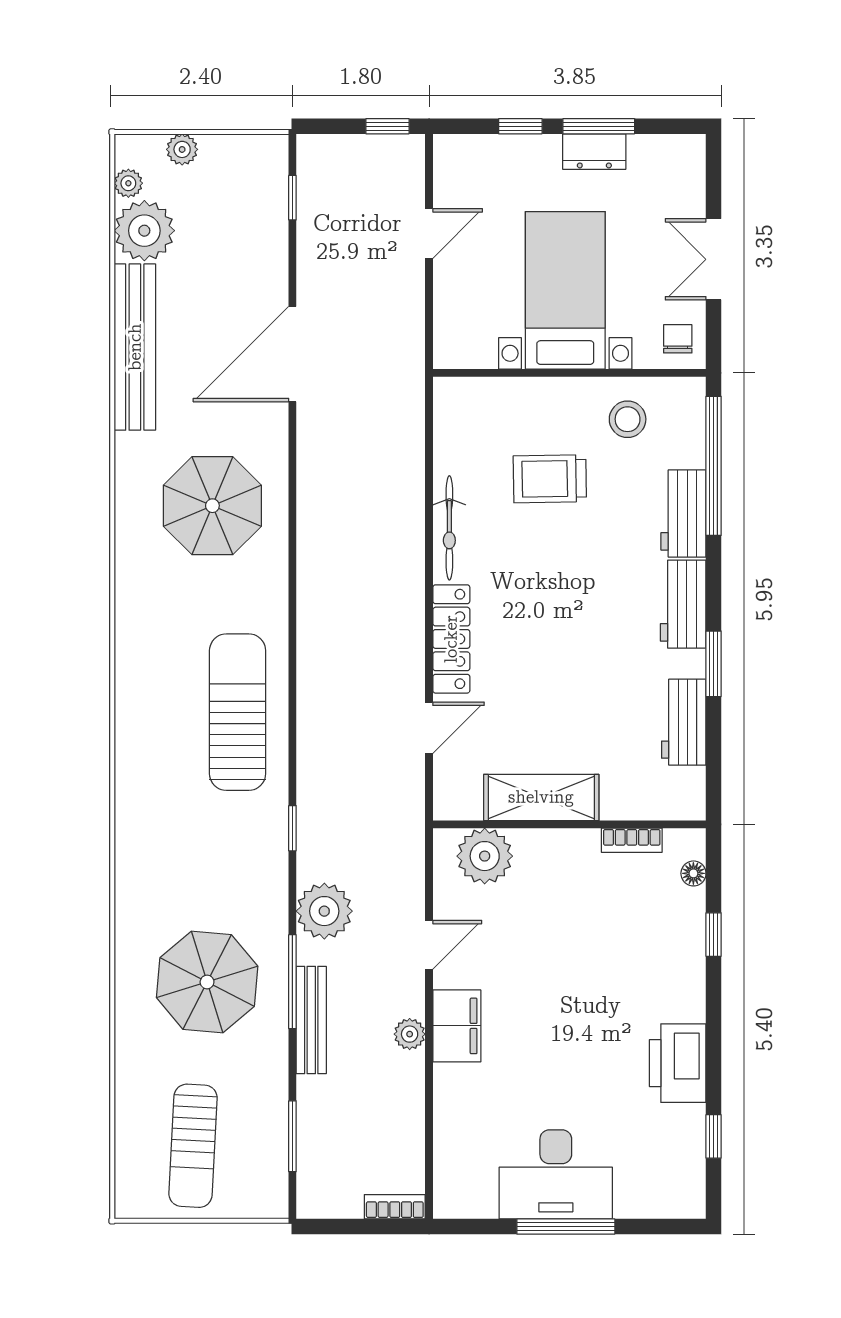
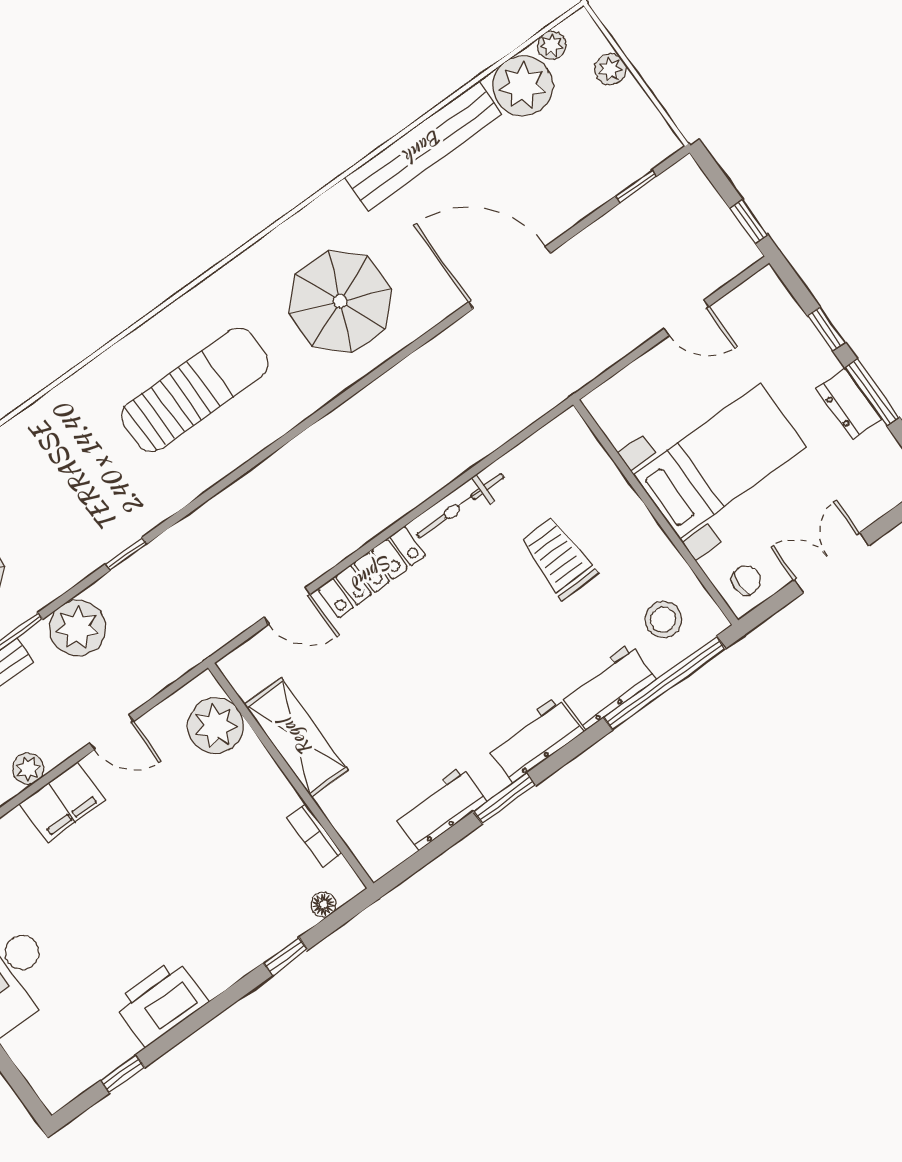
stool: (628, 419) -> (663, 619), moved
sun lounger: (238, 712) -> (195, 390), moved

